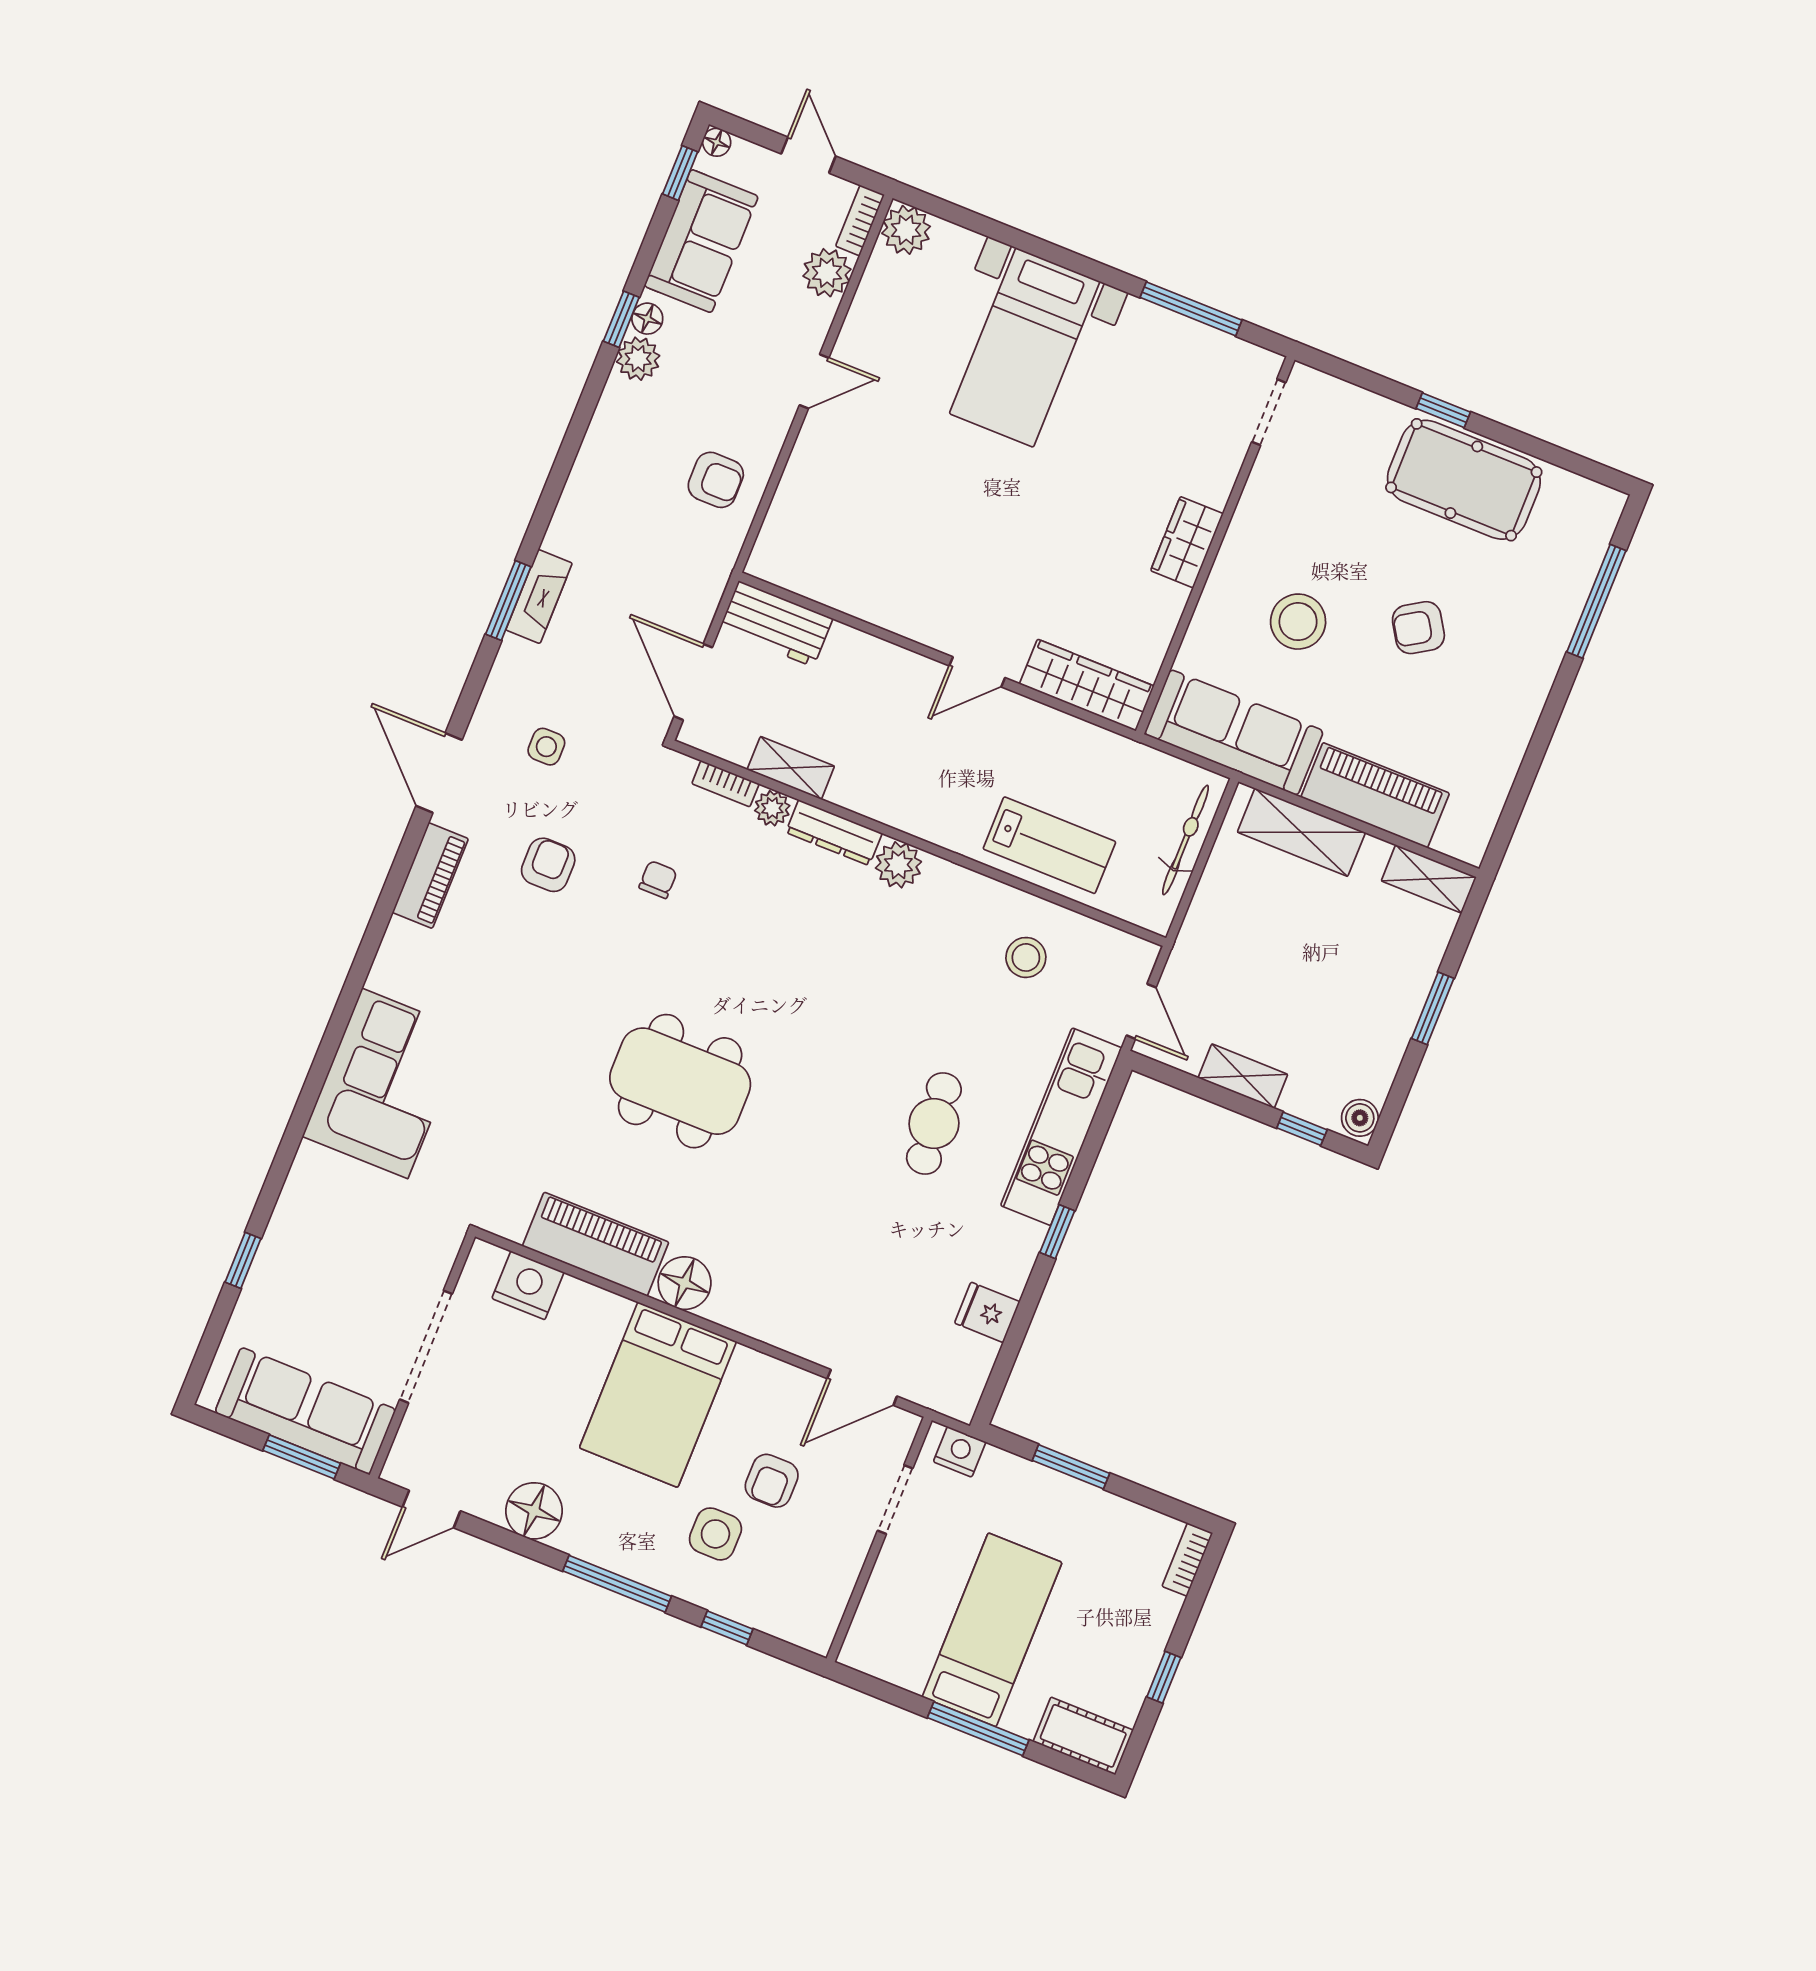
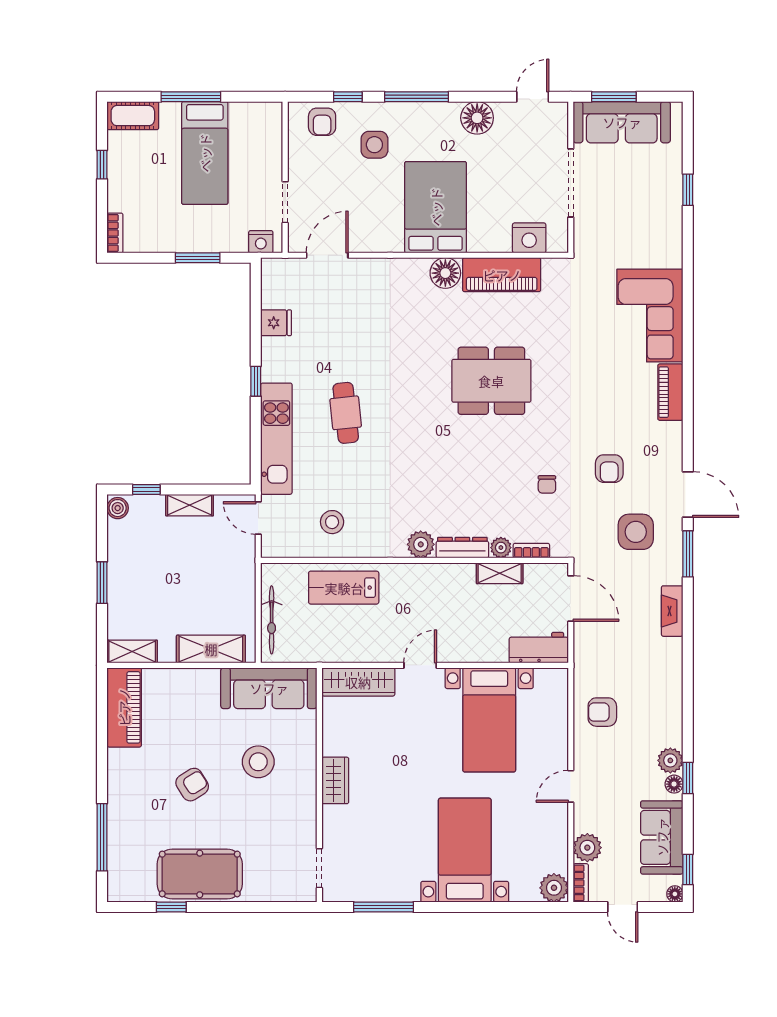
window: (1443, 410) -> (171, 907), moved
bed with nightstands: (902, 540) -> (489, 720), added
window: (508, 601) -> (688, 554), moved
side table: (546, 747) -> (636, 532), width x1.87, depth x1.87
piano: (1375, 795) -> (124, 707), moved, turned -90
piano: (430, 875) -> (670, 392), moved
armchair: (772, 1481) -> (322, 122), moved, turned 180

